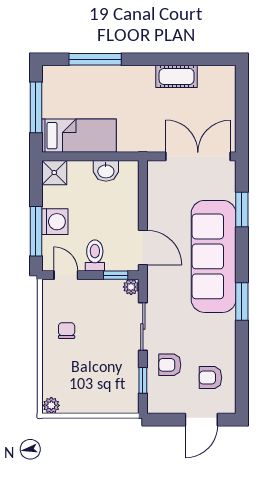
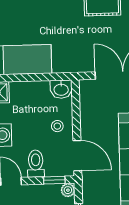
washbasin: (106, 171) -> (61, 89), moved
stool: (121, 213) -> (57, 126), added

